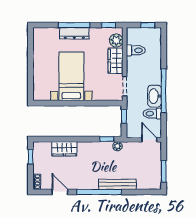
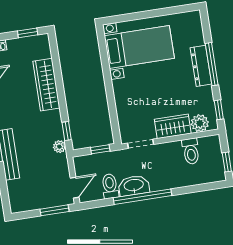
bed with nightstands: (71, 76) -> (139, 47), moved
wardrobe: (64, 149) -> (46, 85), width x1.50
window: (164, 171) -> (54, 210), moved

